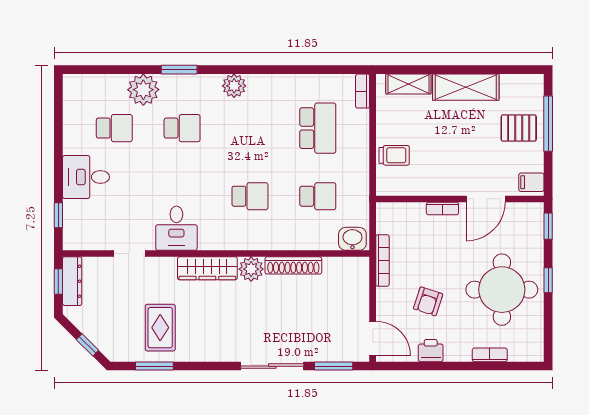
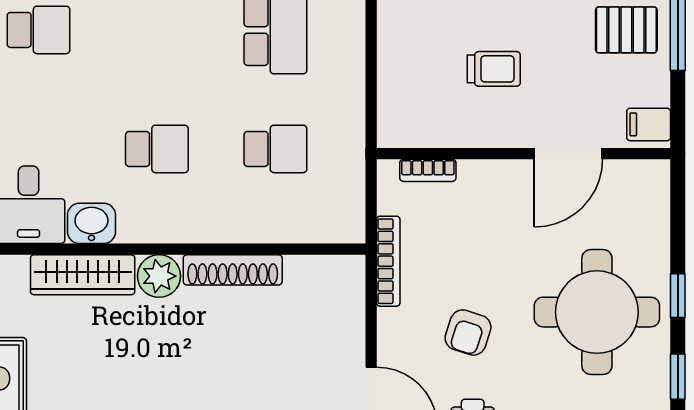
trolley: (394, 155) -> (494, 69), moved
bookcase: (442, 208) -> (428, 170), moved
window: (548, 226) -> (678, 377), moved
washbasin: (352, 239) -> (91, 223), moved

